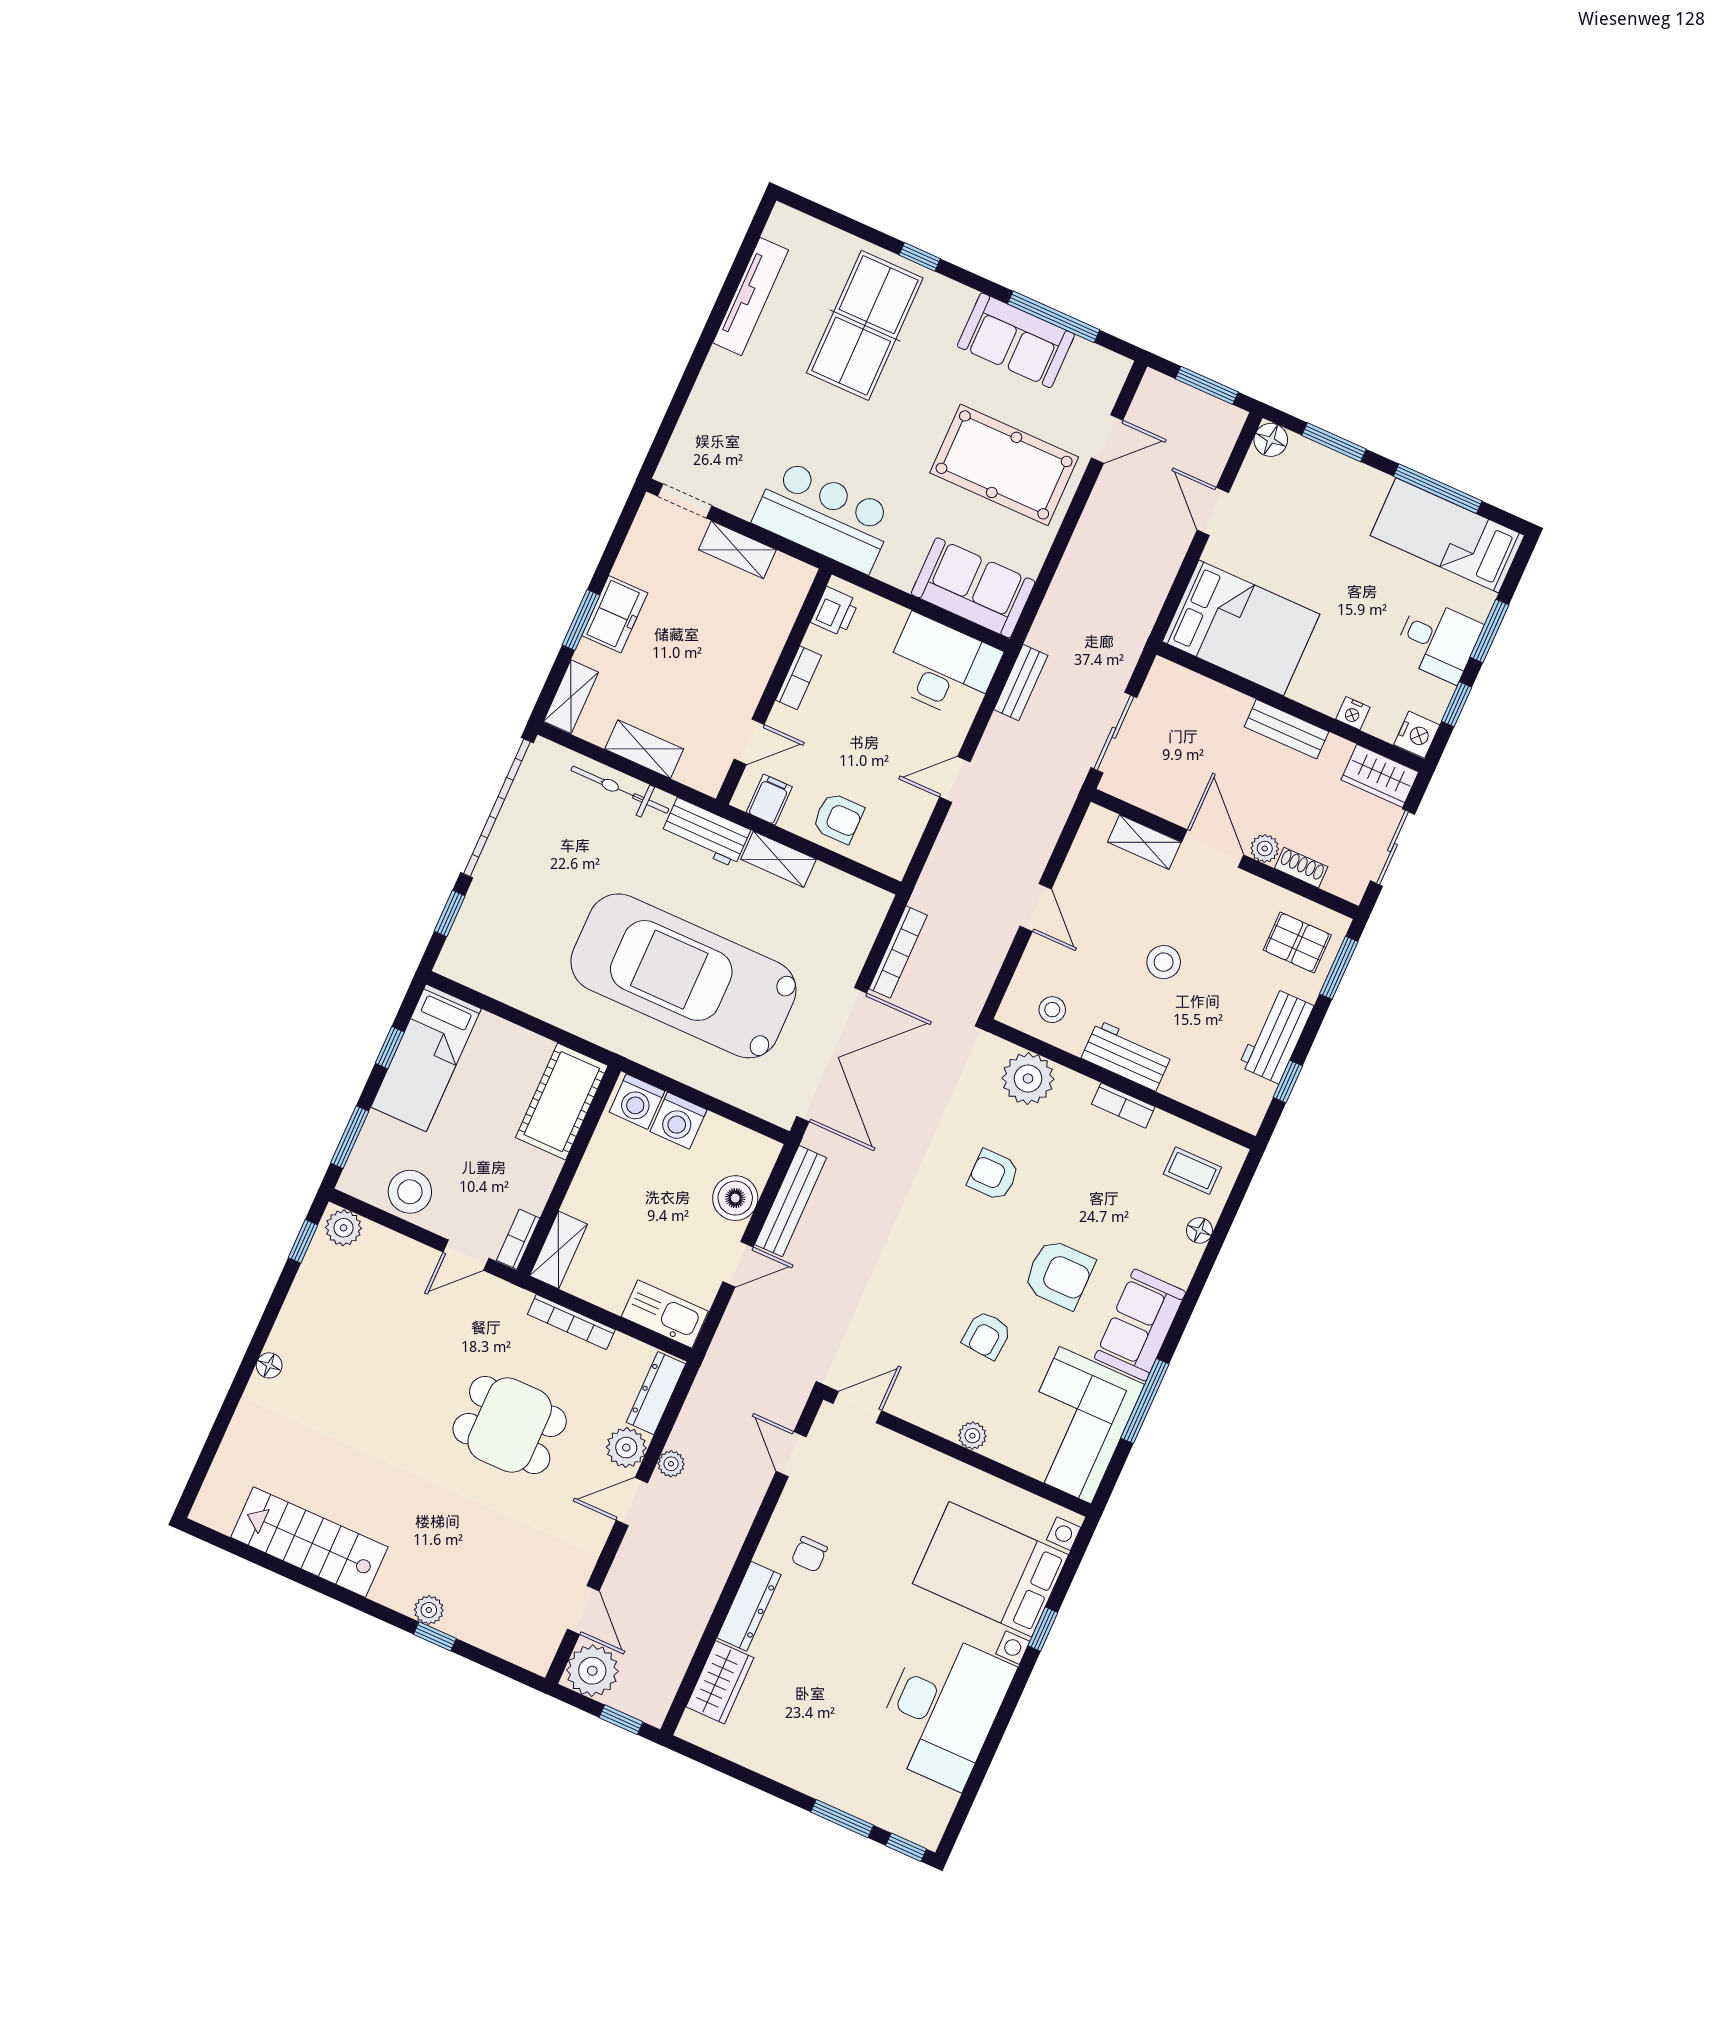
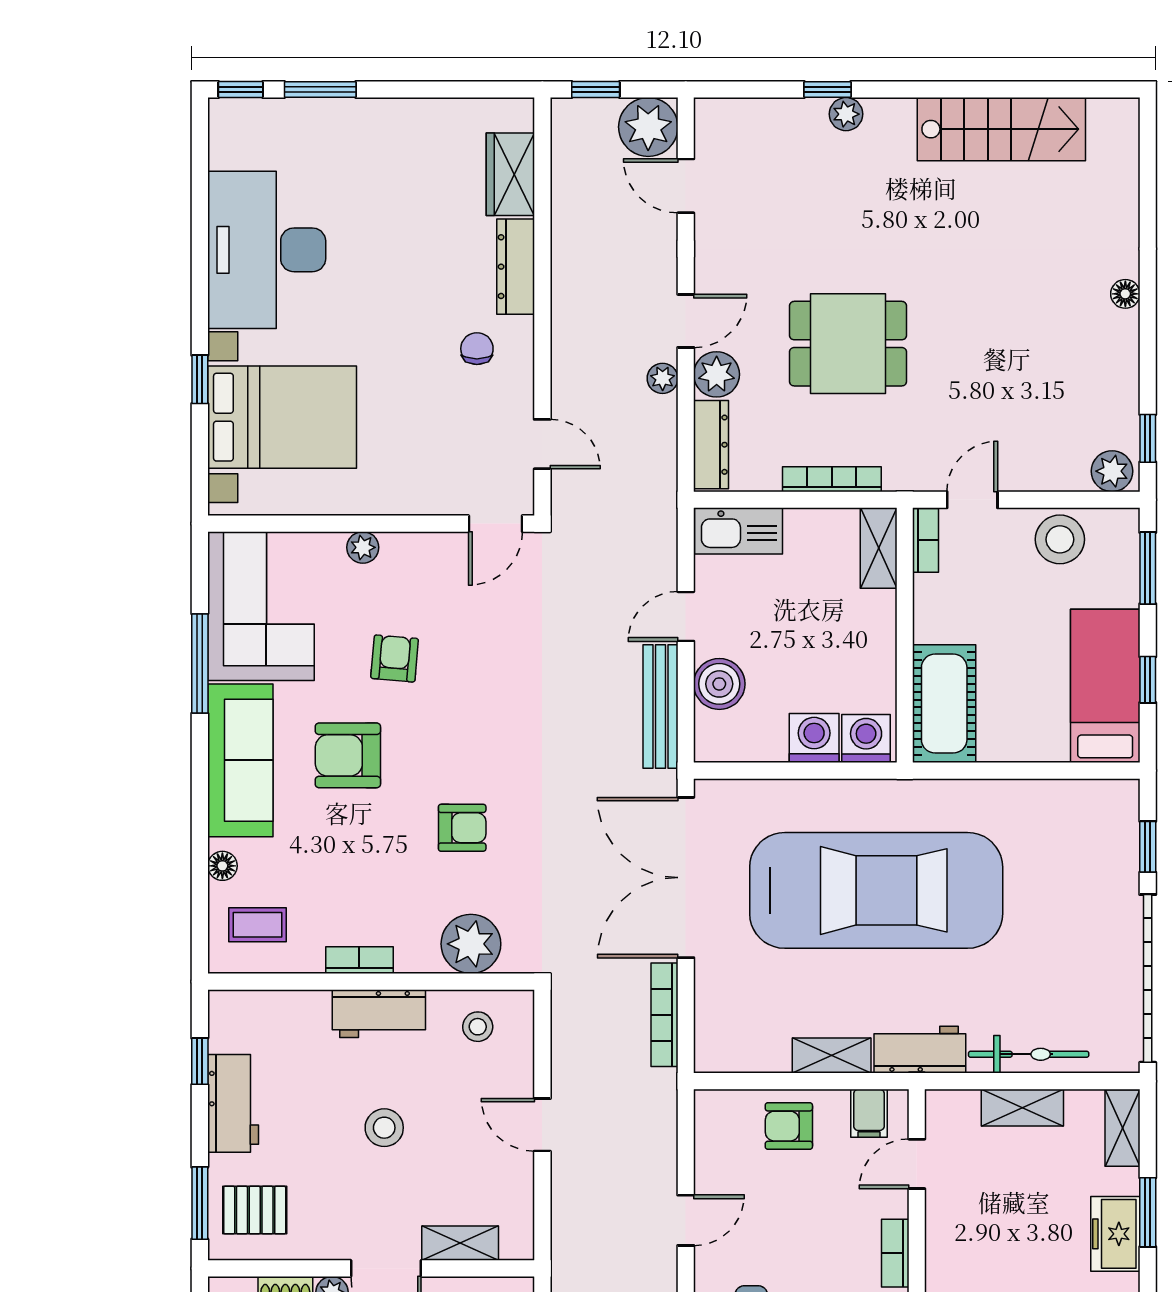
sofa: (1140, 1325) -> (240, 760), width x1.36

